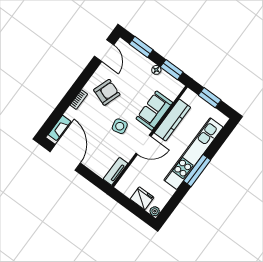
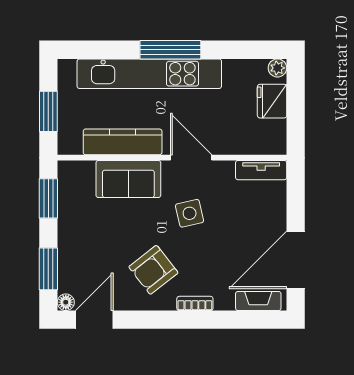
floor lamp: (156, 70) -> (66, 302), moved
armchair: (107, 92) -> (153, 270), turned -57

